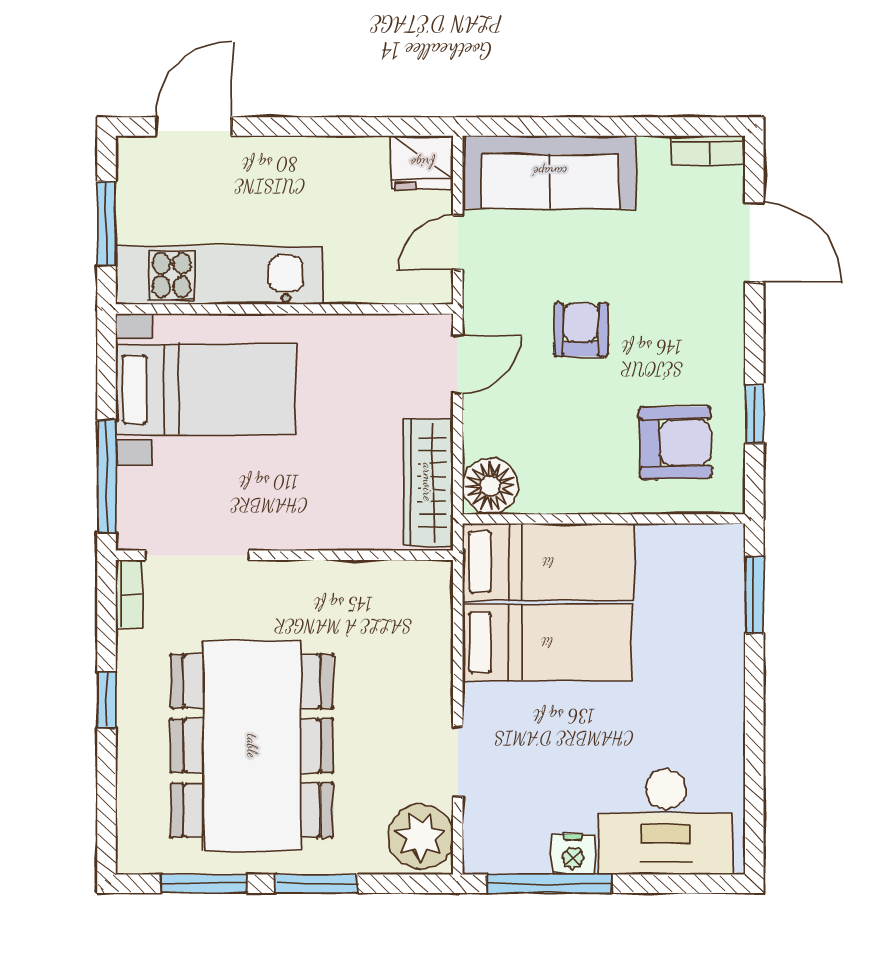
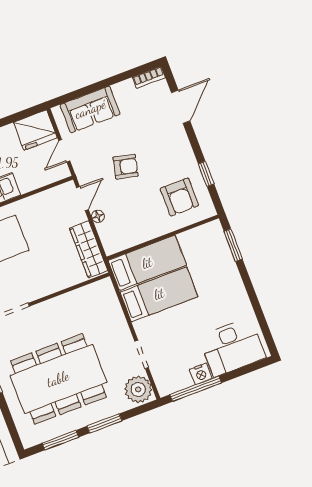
fridge: (422, 163) -> (35, 130), width x1.36, depth x1.34
sofa: (550, 172) -> (90, 109), width x0.73
door: (754, 243) -> (181, 107), hinge flipped
armchair: (581, 330) -> (126, 167), turned 103
armchair: (675, 443) -> (179, 197), turned 91
floor lamp: (490, 486) -> (98, 216), moved, width x0.53, depth x0.53
dining table: (252, 746) -> (58, 379), turned 90

